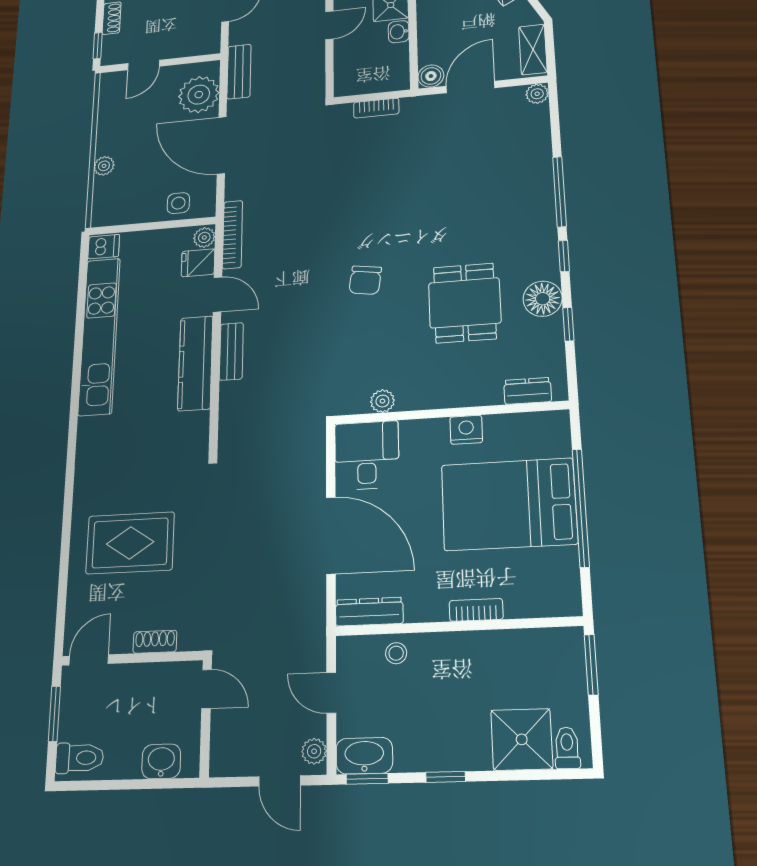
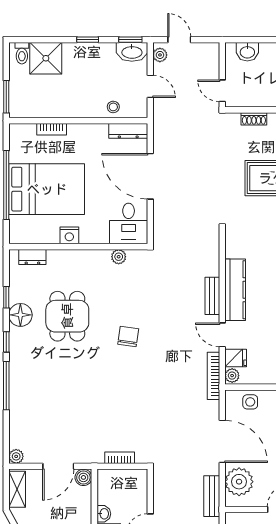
bookcase: (476, 610) -> (52, 129), moved

